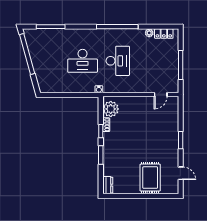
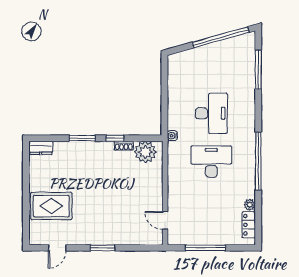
desk: (83, 61) -> (211, 113), turned 180
desk: (118, 61) -> (211, 162), turned 180

